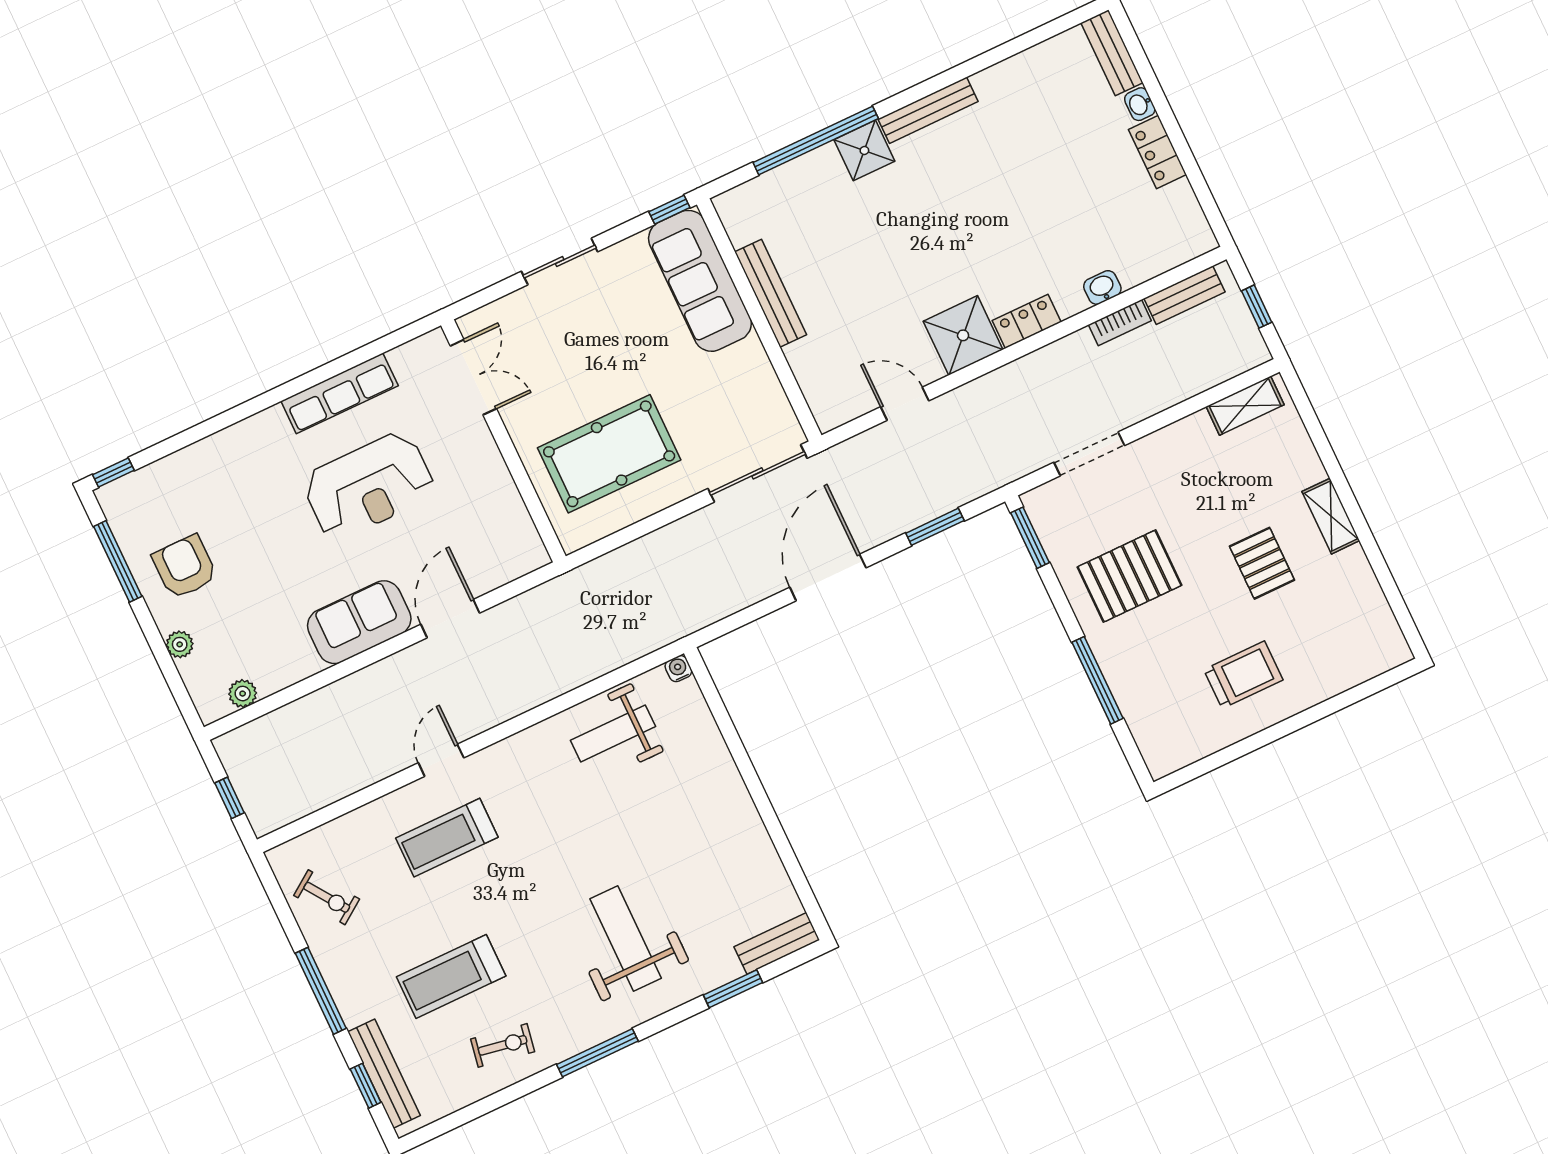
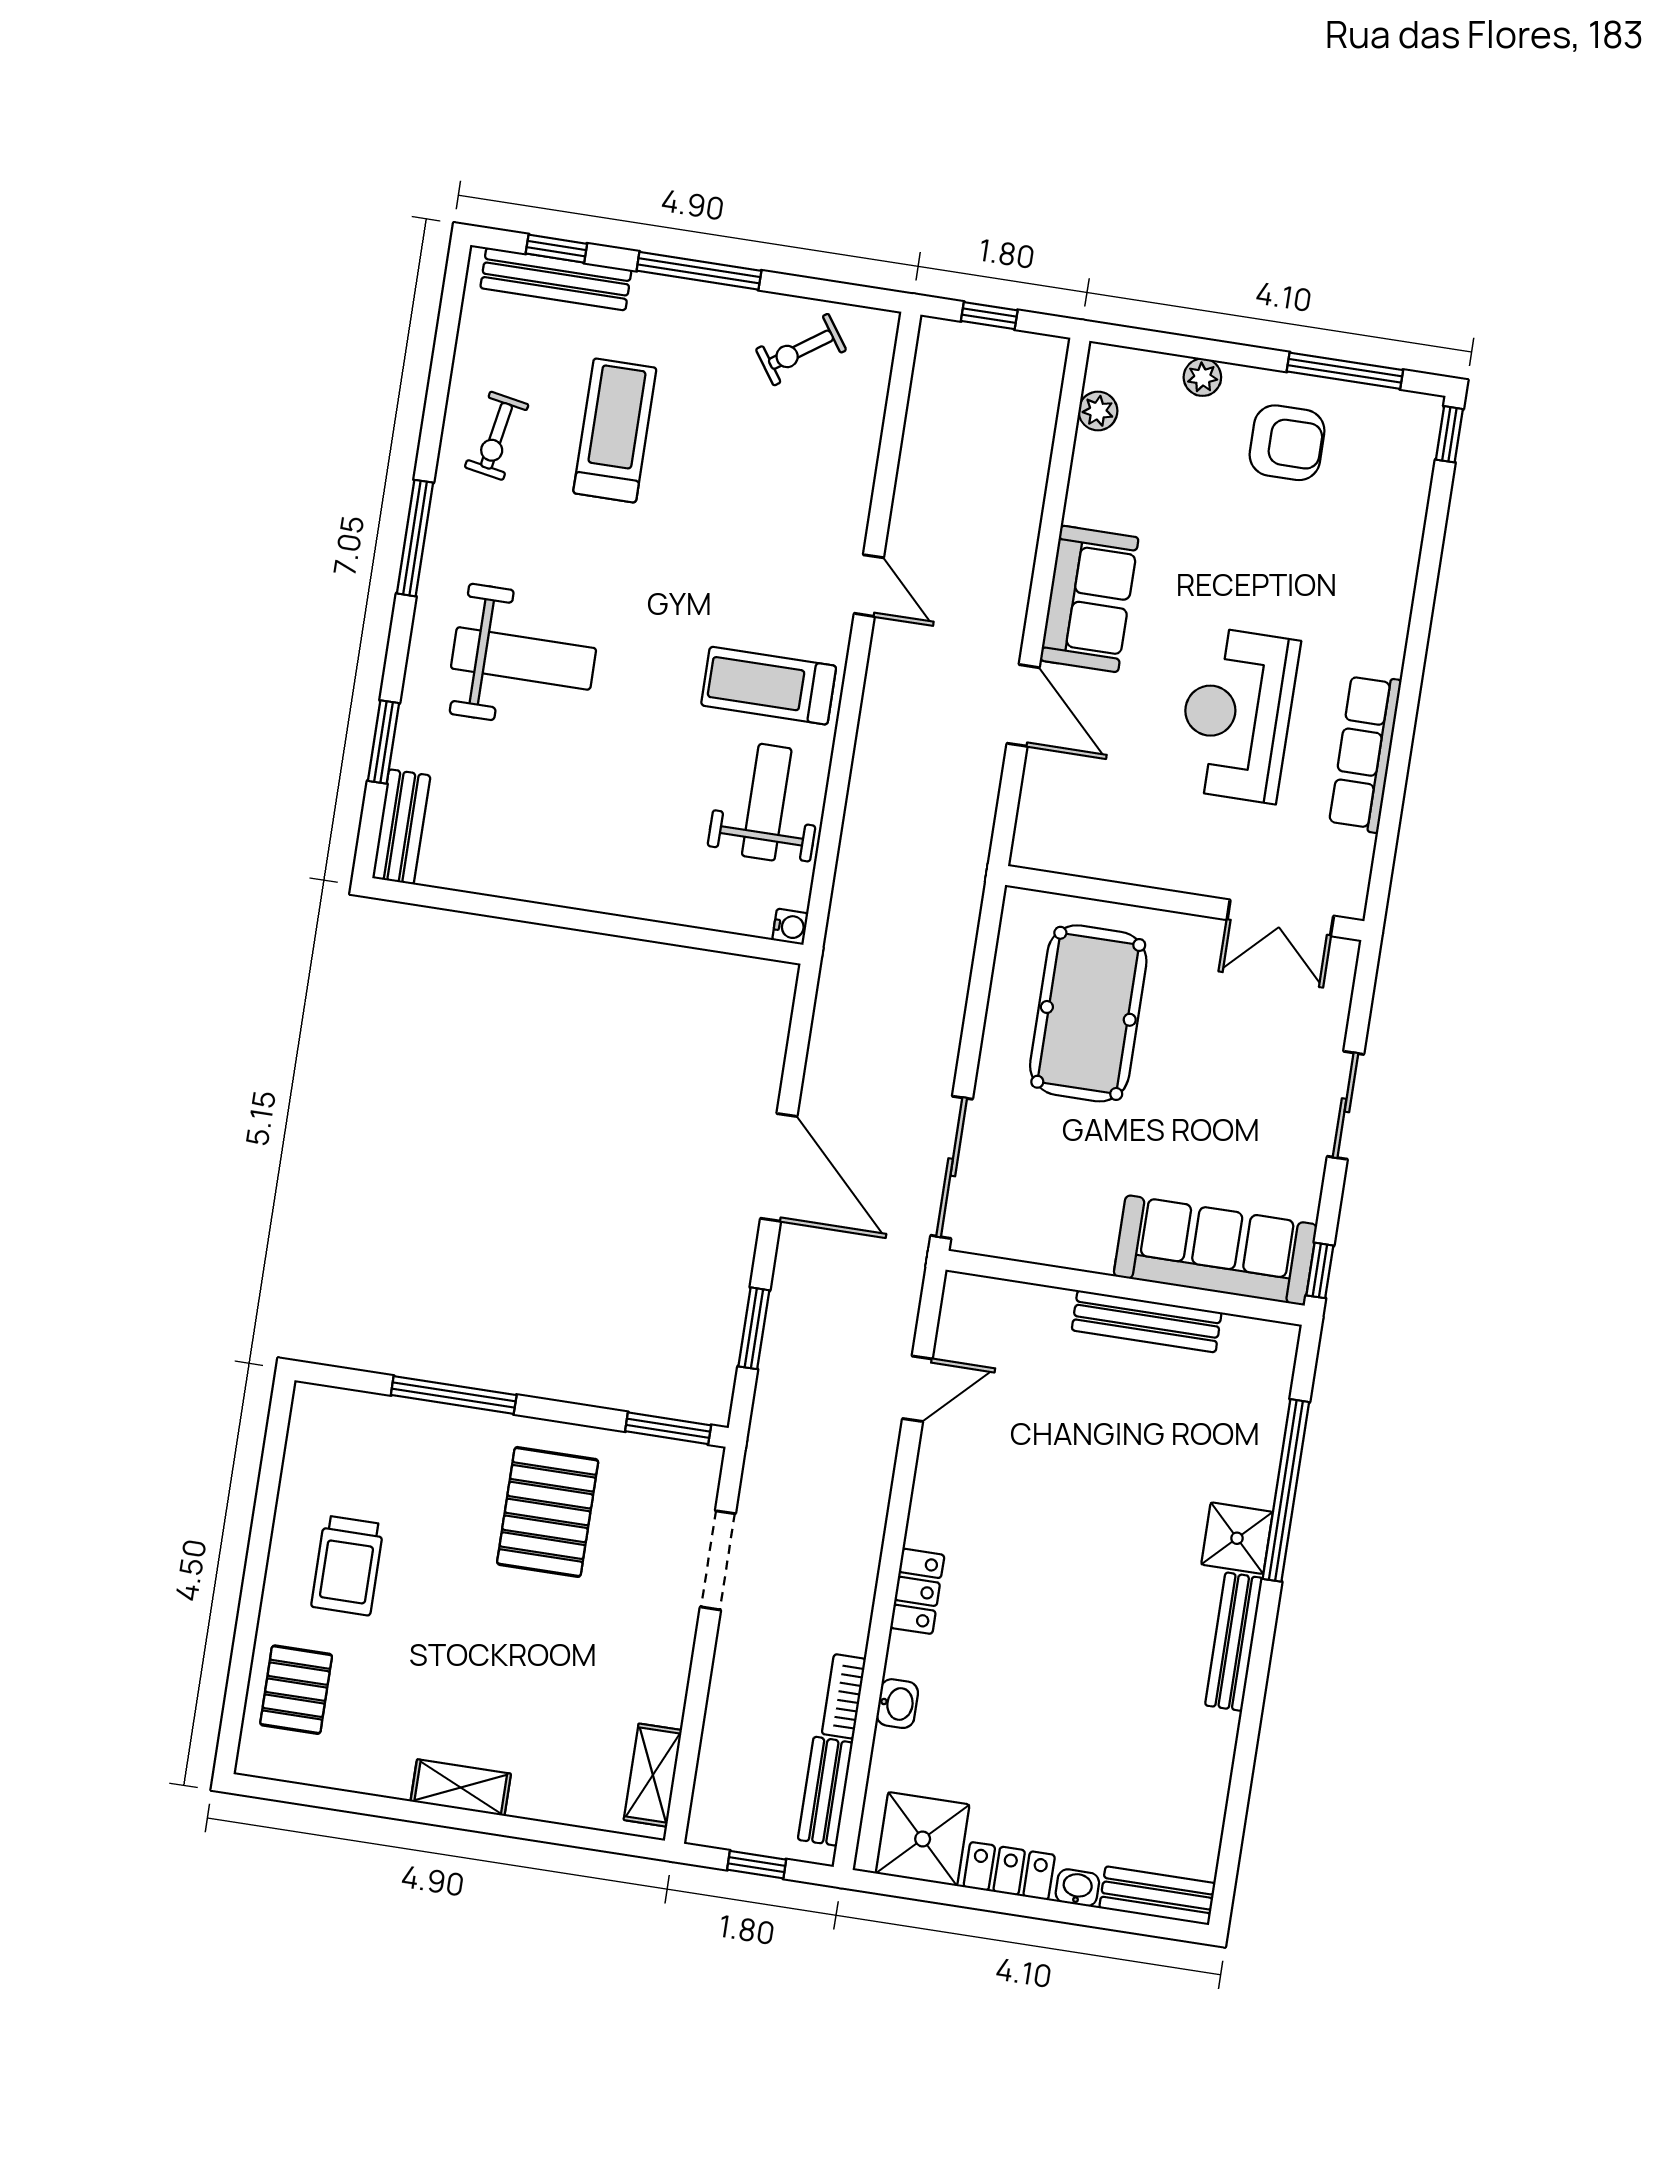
shower: (963, 335) -> (923, 1839), moved
pallet: (1262, 563) -> (296, 1690), moved, turned 90
treadmill: (447, 838) -> (769, 686), moved, turned -90

